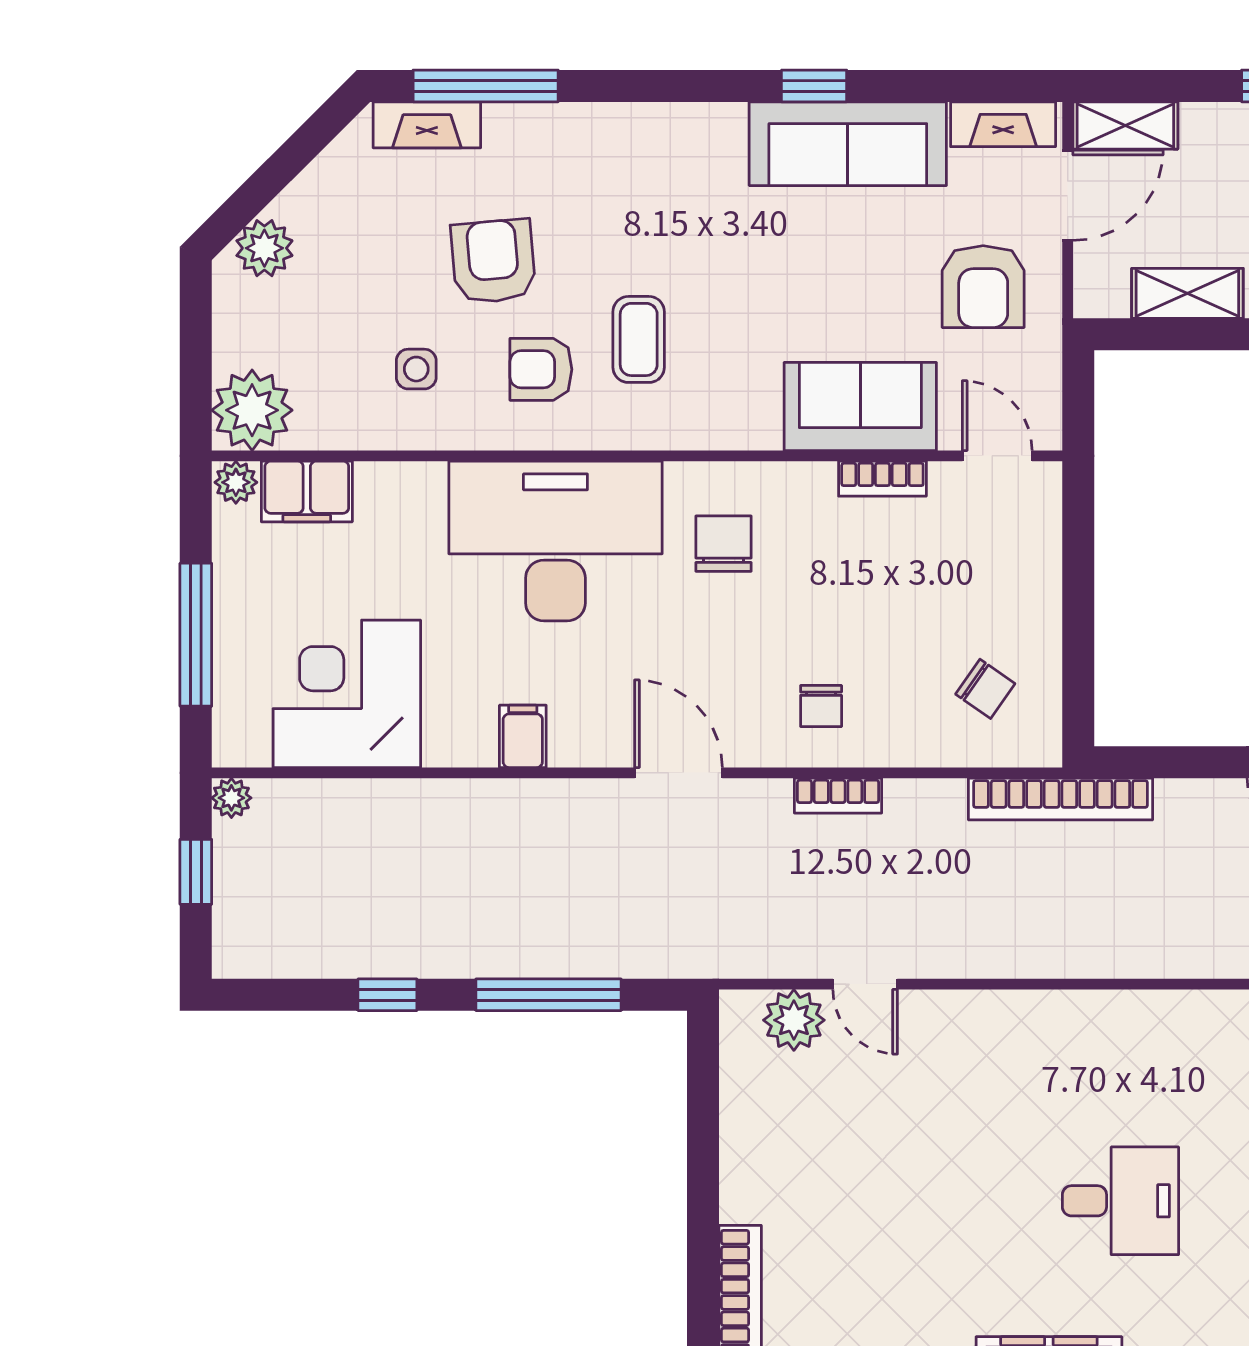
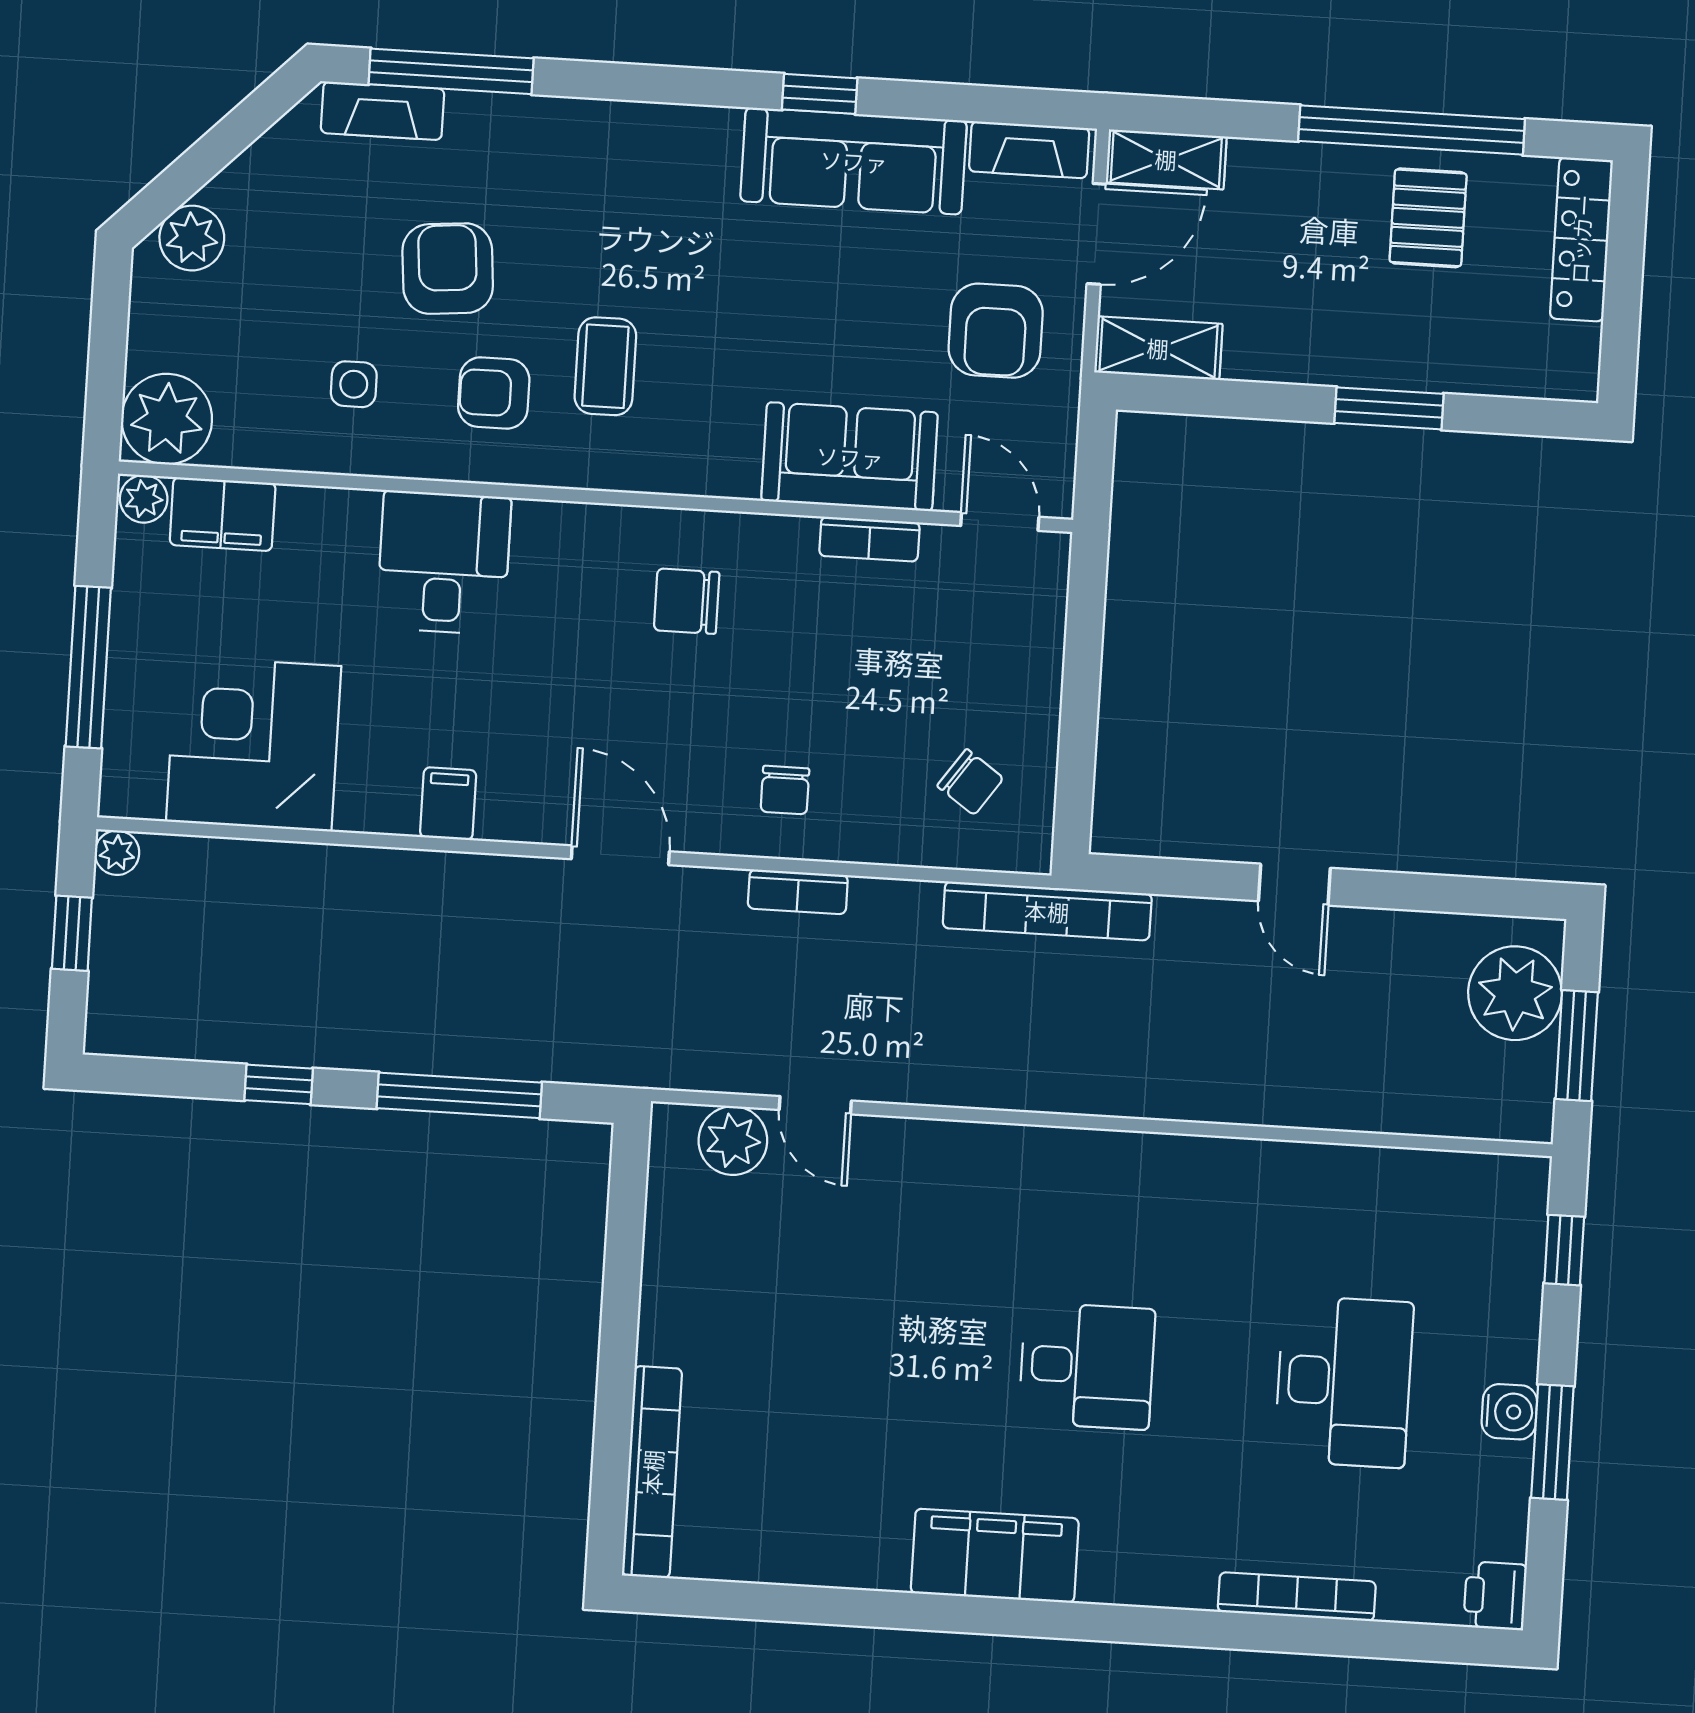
shelving: (1187, 293) -> (1158, 348), moved
desk: (555, 541) -> (444, 563), width x0.53, depth x0.77
chair: (723, 544) -> (687, 601), turned -90

